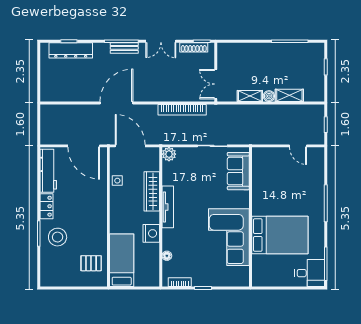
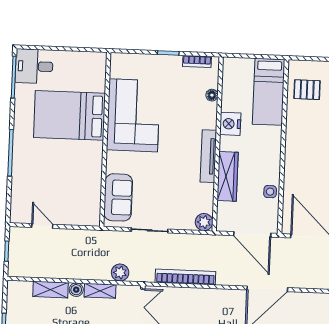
plant: (234, 111) -> (120, 273), added

